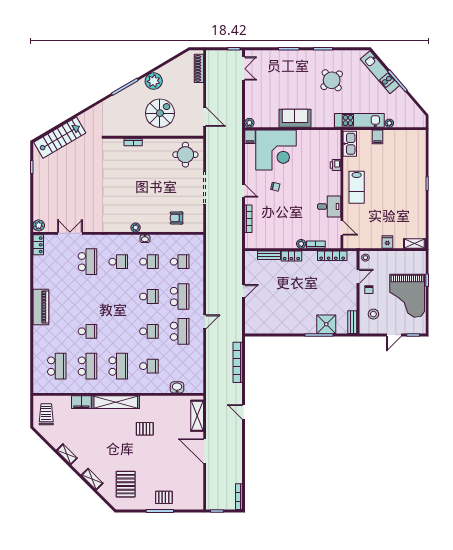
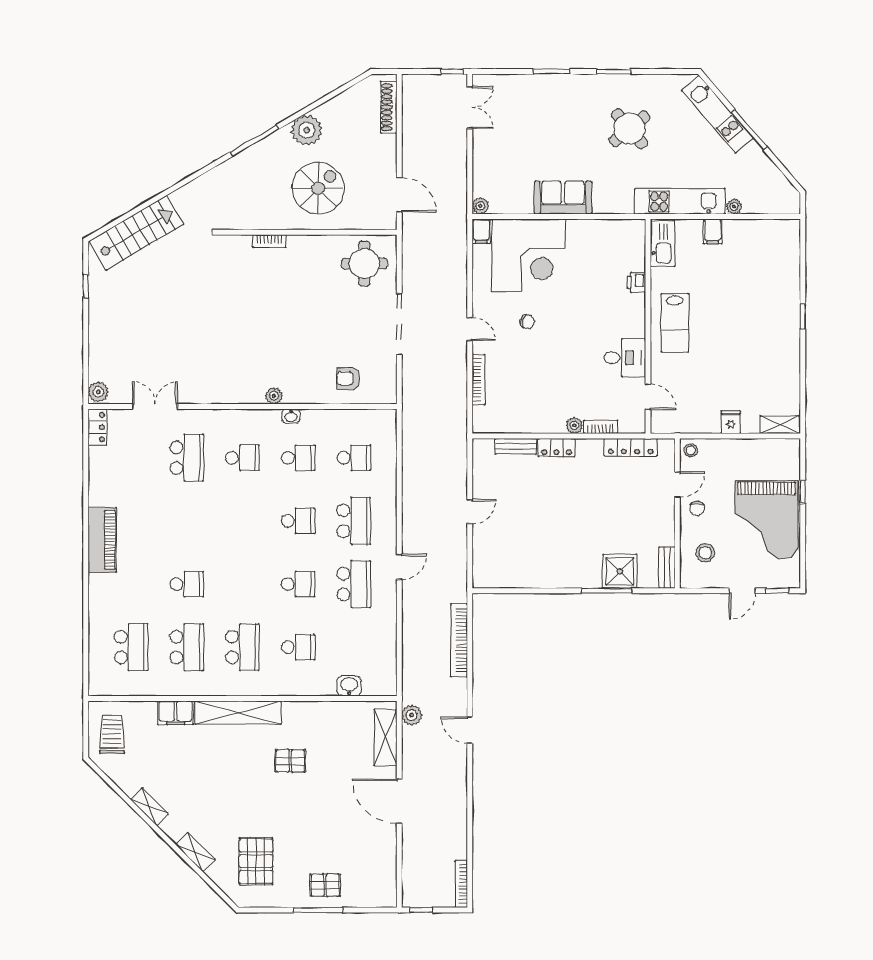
plant: (212, 404) -> (412, 715), added

